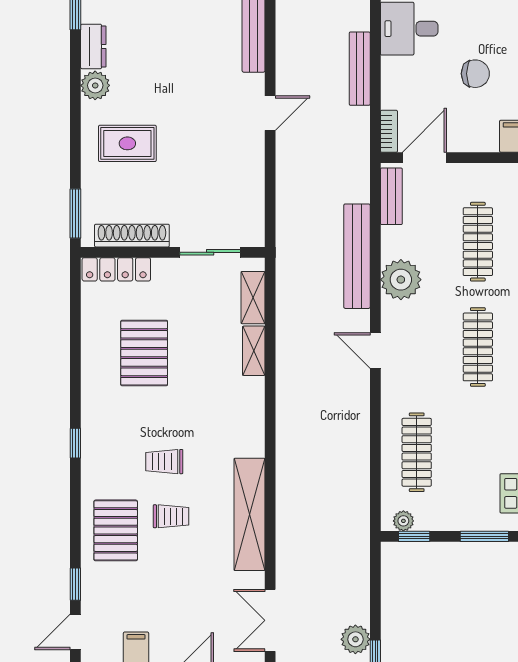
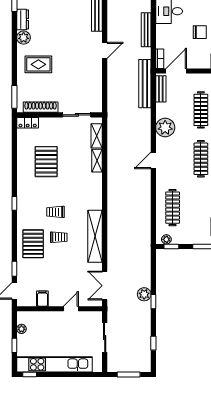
bench: (357, 256) -> (145, 84), moved
locker: (116, 269) -> (28, 123), width x0.66
door: (375, 351) -> (153, 160), hinge flipped

